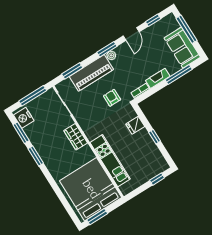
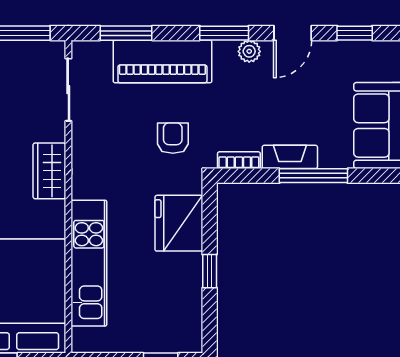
plant: (111, 55) -> (249, 51), moved
window: (179, 74) -> (313, 176), moved
fridge: (135, 125) -> (179, 223), width x1.88, depth x1.34

